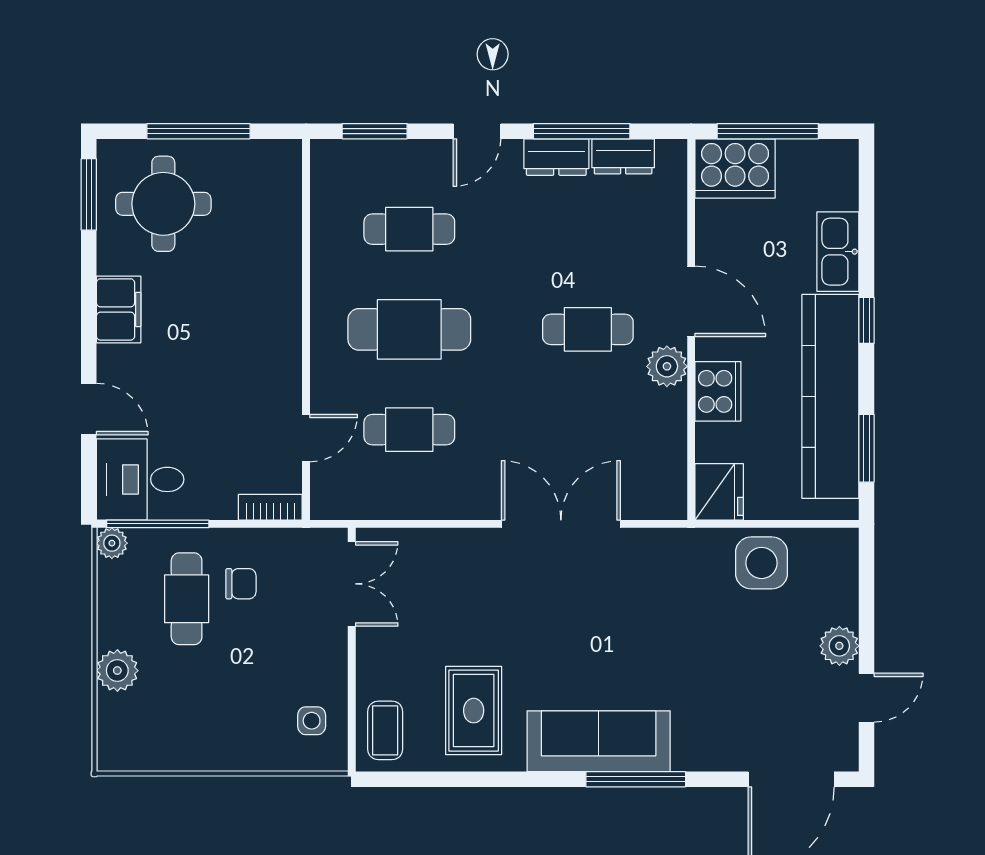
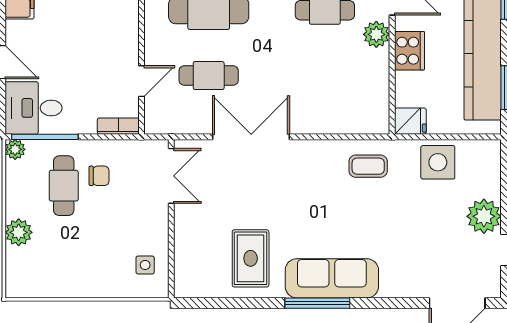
fridge: (719, 492) -> (410, 121), width x0.72
double door: (561, 524) -> (251, 137), moved
plant: (839, 646) -> (484, 216), width x1.36, depth x1.36
coffee table: (385, 730) -> (368, 166), moved, turned 90
window: (636, 779) -> (317, 303), moved

